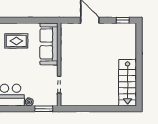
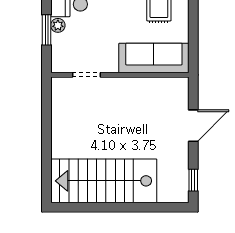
stairs: (128, 83) -> (104, 181), width x1.36, depth x1.51
window: (44, 109) -> (46, 30), moved

